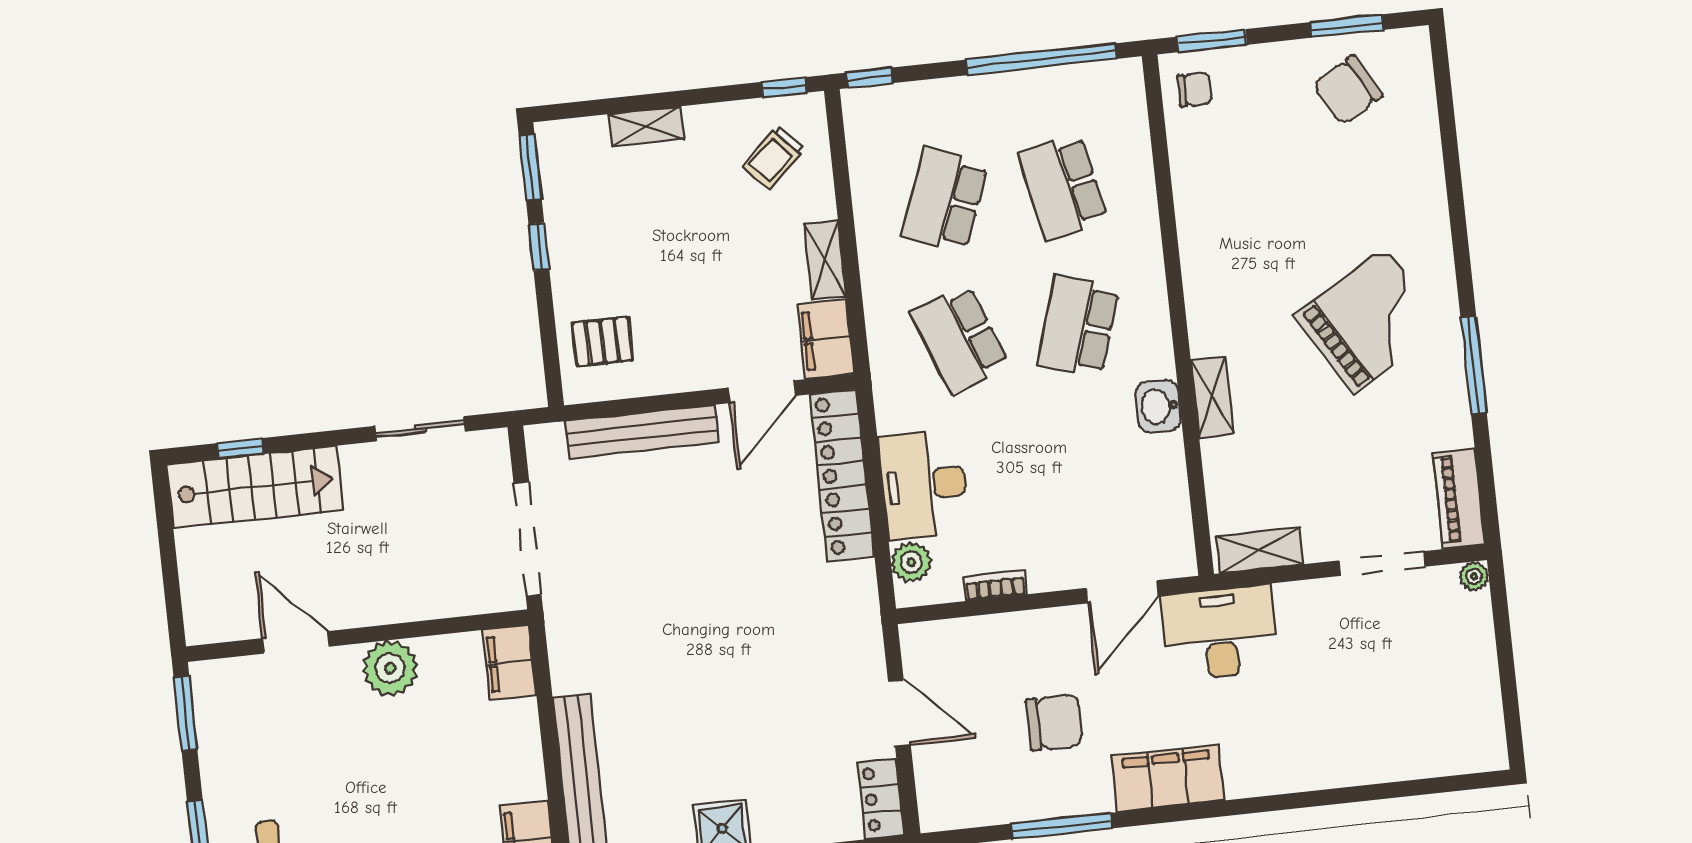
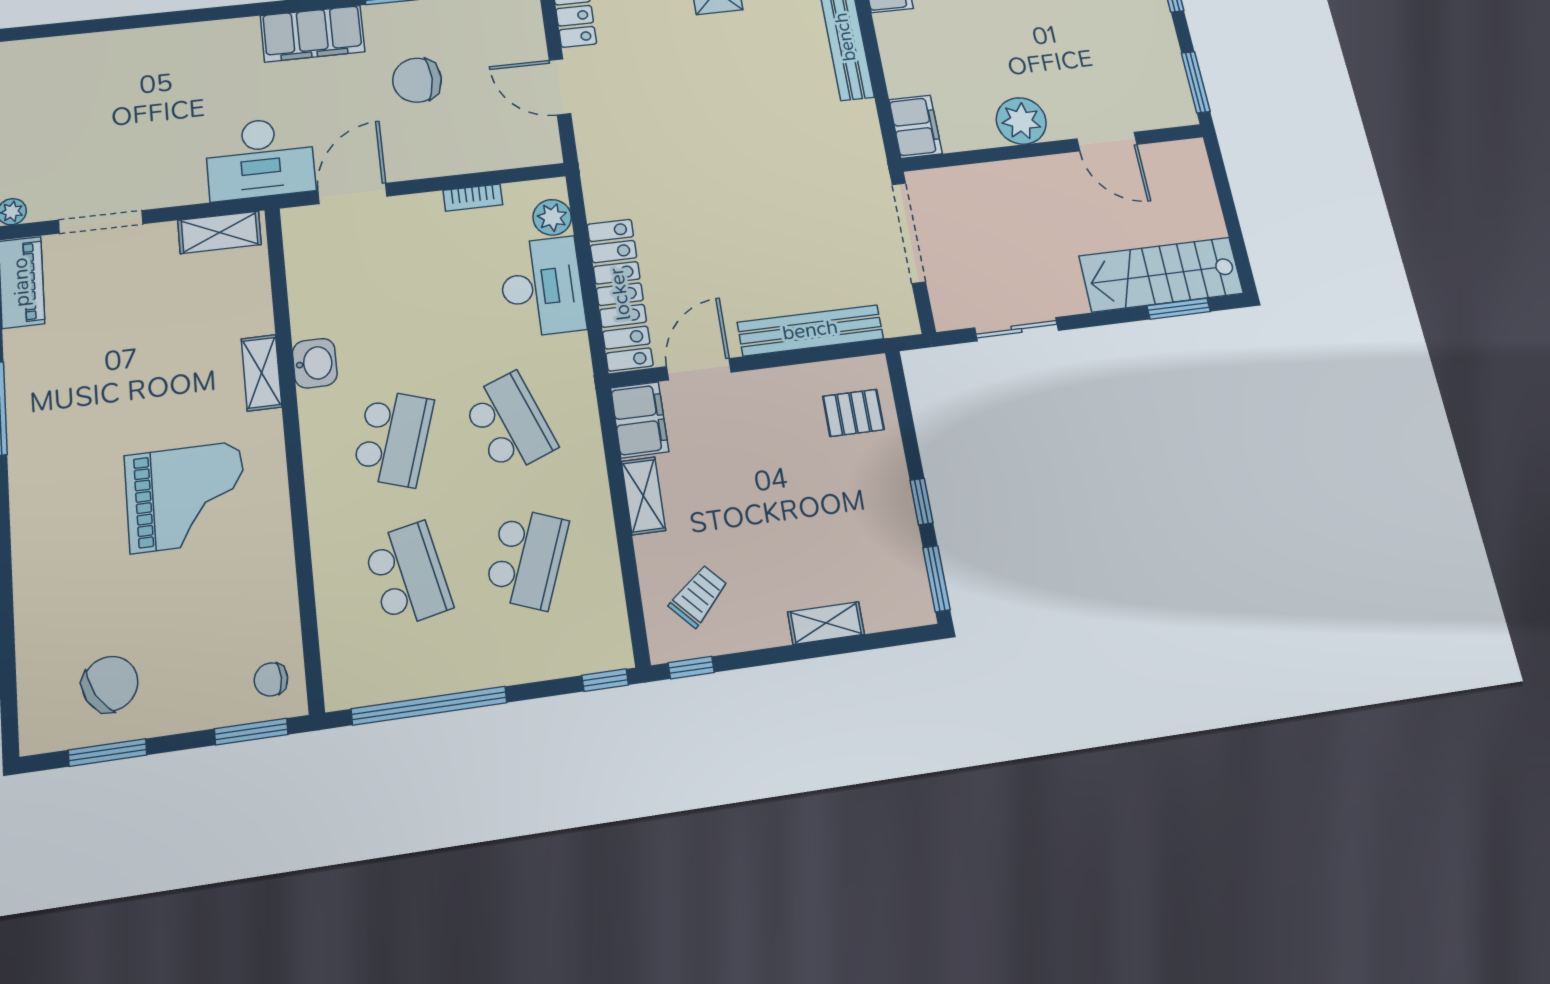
grand piano: (1369, 321) -> (186, 497), moved, turned -149
window: (240, 448) -> (1179, 309), width x1.50

